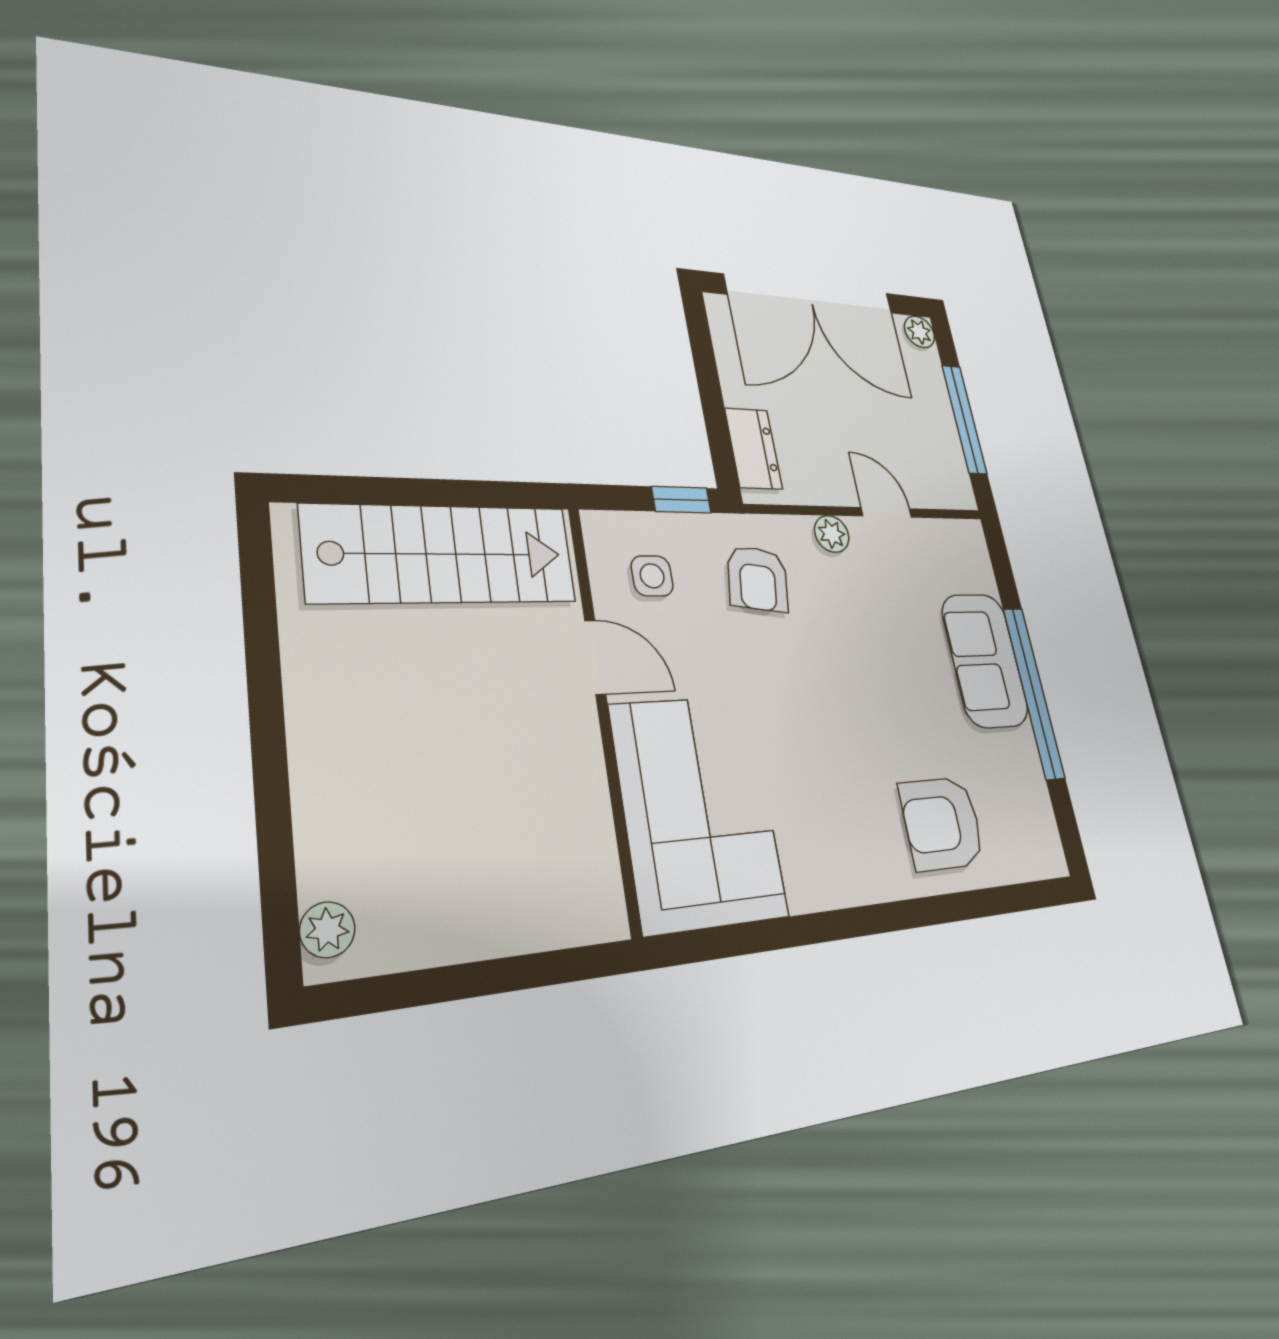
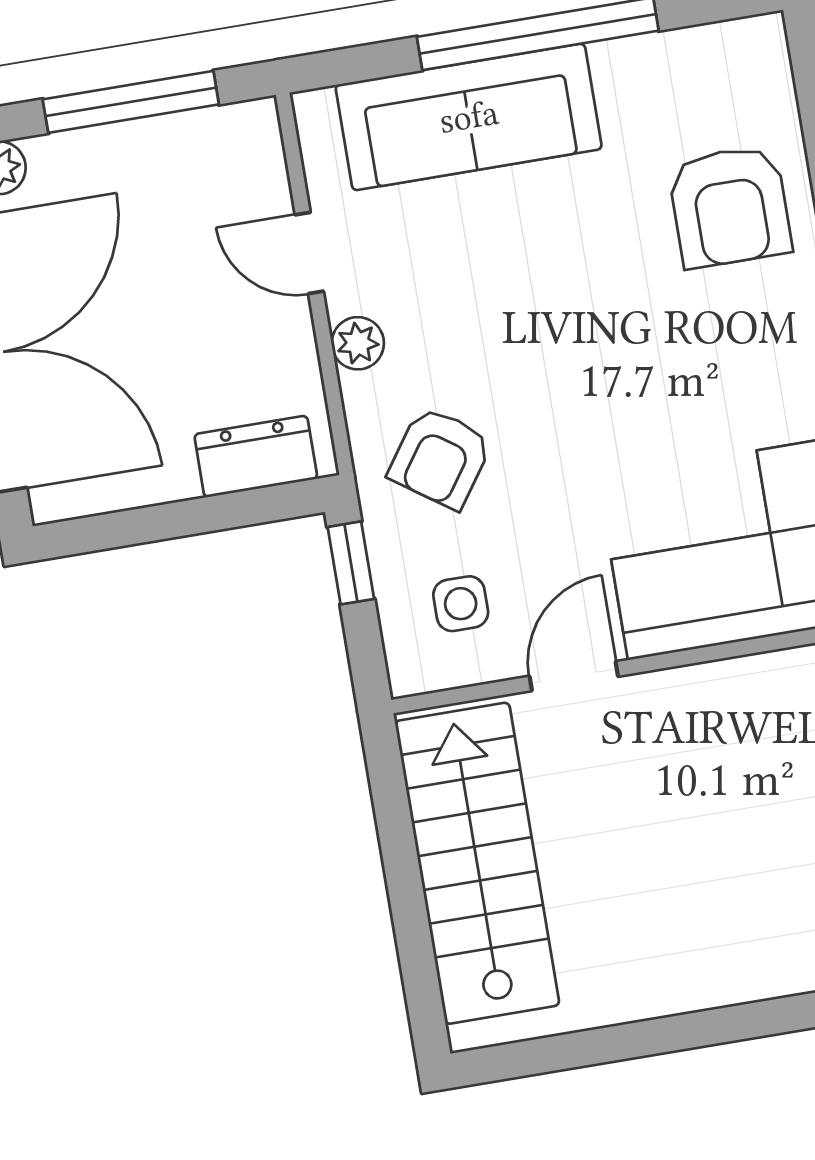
door: (886, 512) -> (309, 253), hinge flipped
armchair: (758, 579) -> (440, 458), turned 117
sofa: (985, 660) -> (469, 117), width x1.36

